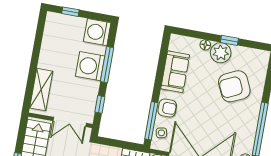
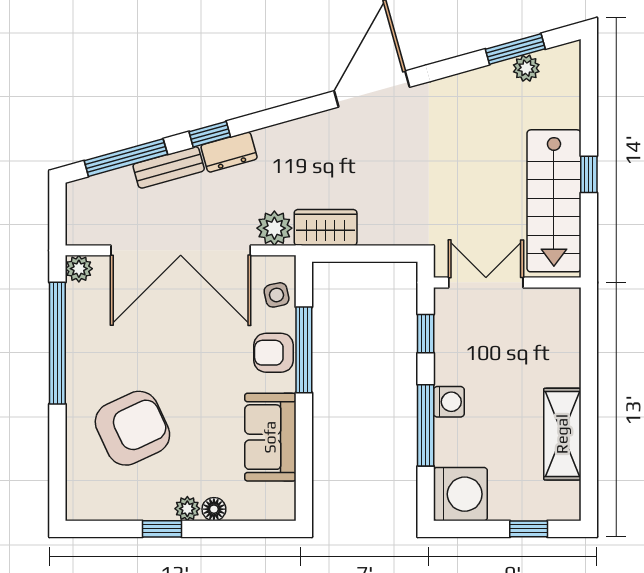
plant: (221, 53) -> (187, 509), width x0.53, depth x0.53
washing machine: (90, 66) -> (449, 402), width x0.53, depth x0.53
shelving: (41, 90) -> (562, 434), moved
window: (151, 121) -> (304, 350), moved

